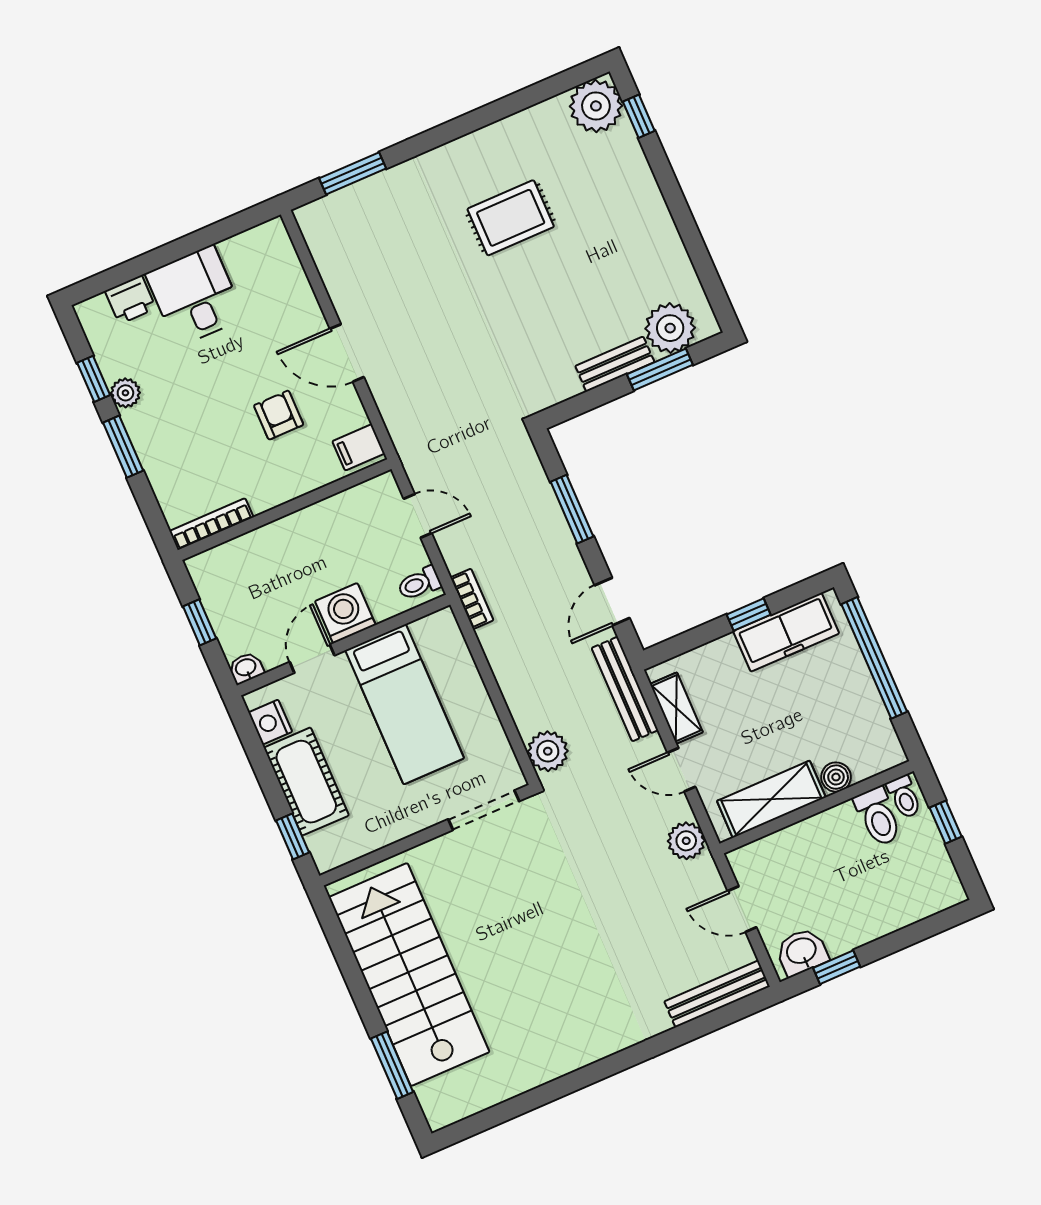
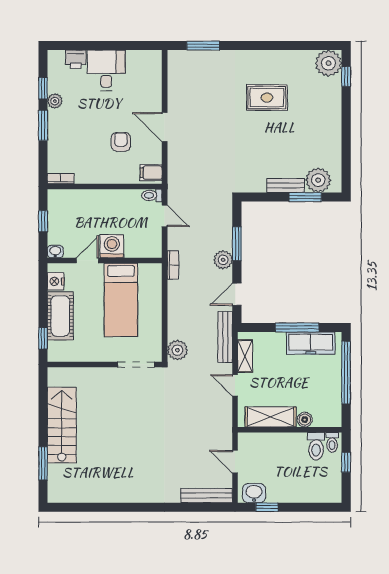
bookcase: (211, 524) -> (61, 179), width x0.64
toilet: (419, 583) -> (152, 195), moved
window: (749, 615) -> (297, 327), width x2.17
plant: (686, 841) -> (223, 260), moved
stairs: (409, 975) -> (62, 425), width x0.73, depth x0.66

